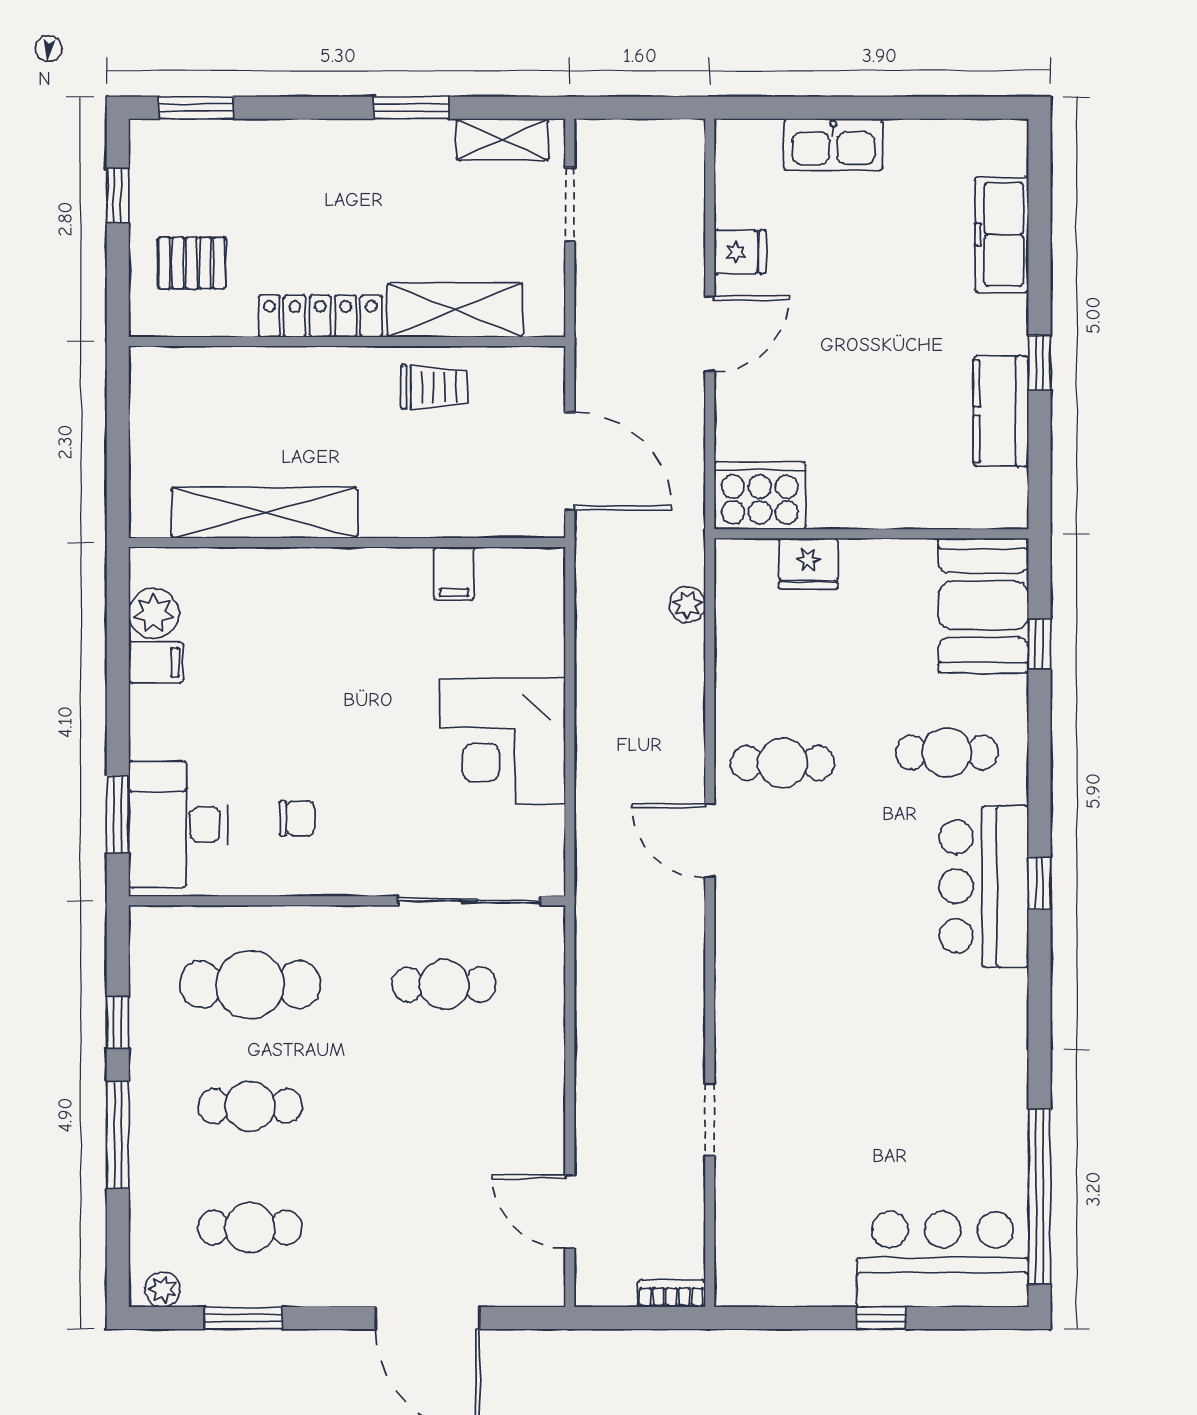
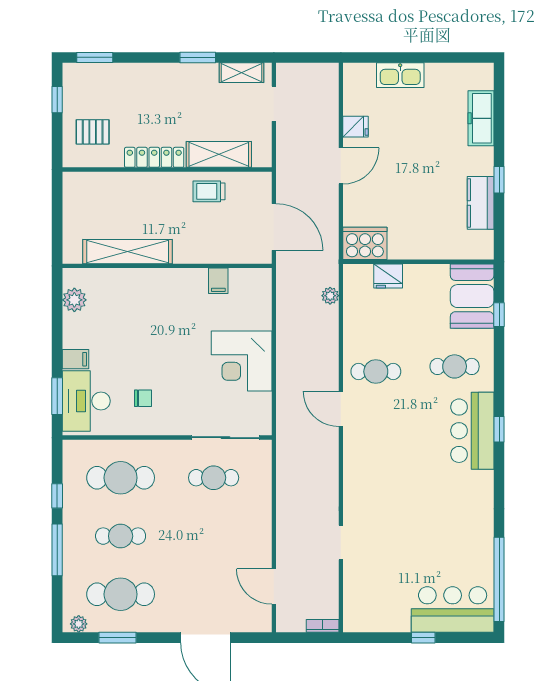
trolley: (434, 387) -> (209, 191), turned 180
filing cabinet: (156, 662) -> (75, 359), moved
cafe table: (250, 1228) -> (121, 594), width x1.37, depth x1.35

